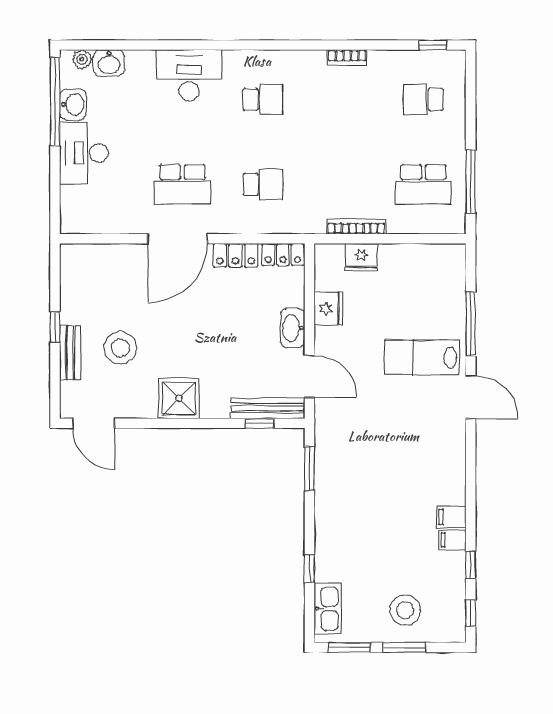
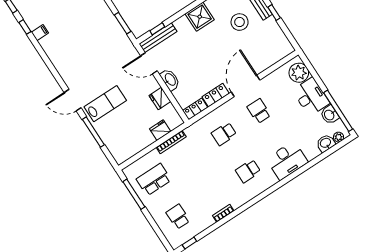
school desk: (423, 99) -> (178, 217), turned -90
school desk: (183, 184) -> (259, 111), width x0.54
plant: (78, 204) -> (299, 73), added
filing cabinet: (451, 517) -> (47, 42), removed

